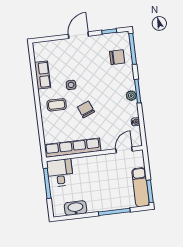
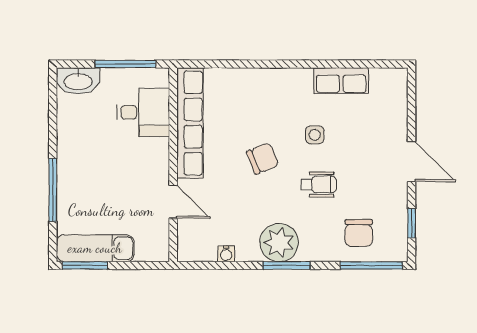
wheelchair: (95, 80) -> (319, 185), added
plant: (131, 96) -> (279, 243), width x1.88, depth x1.88
coffee table: (57, 105) -> (279, 101), removed
door: (124, 150) -> (173, 202), moved
desk: (60, 173) -> (143, 112), moved
washbasin: (76, 208) -> (78, 81), moved, turned 90

